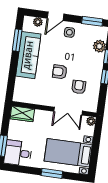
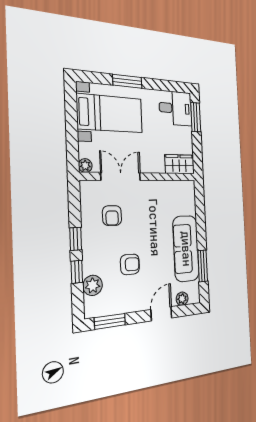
side table: (69, 32) -> (139, 295), removed
armchair: (60, 72) -> (130, 264), moved

